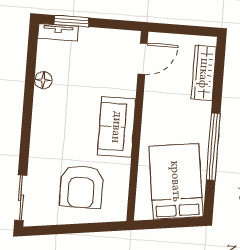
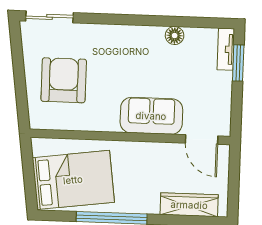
sofa: (117, 127) -> (151, 116), moved
armchair: (81, 187) -> (64, 80), turned 90

